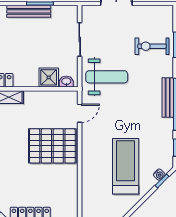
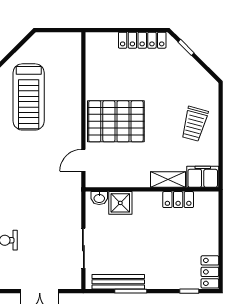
bench: (29, 11) -> (118, 282), moved
weight bench: (107, 77) -> (51, 204), removed

